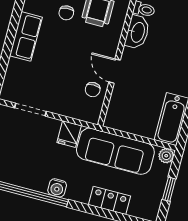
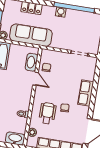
washbasin: (137, 32) -> (32, 62), moved
fridge: (69, 134) -> (57, 42), removed

